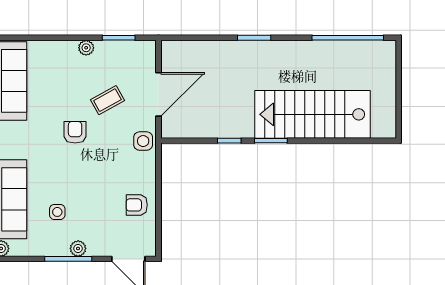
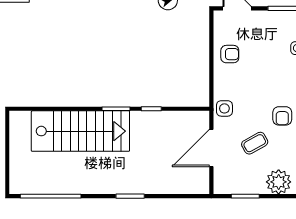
plant: (86, 48) -> (279, 182), width x1.87, depth x1.87
plant: (78, 248) -> (280, 17), removed

